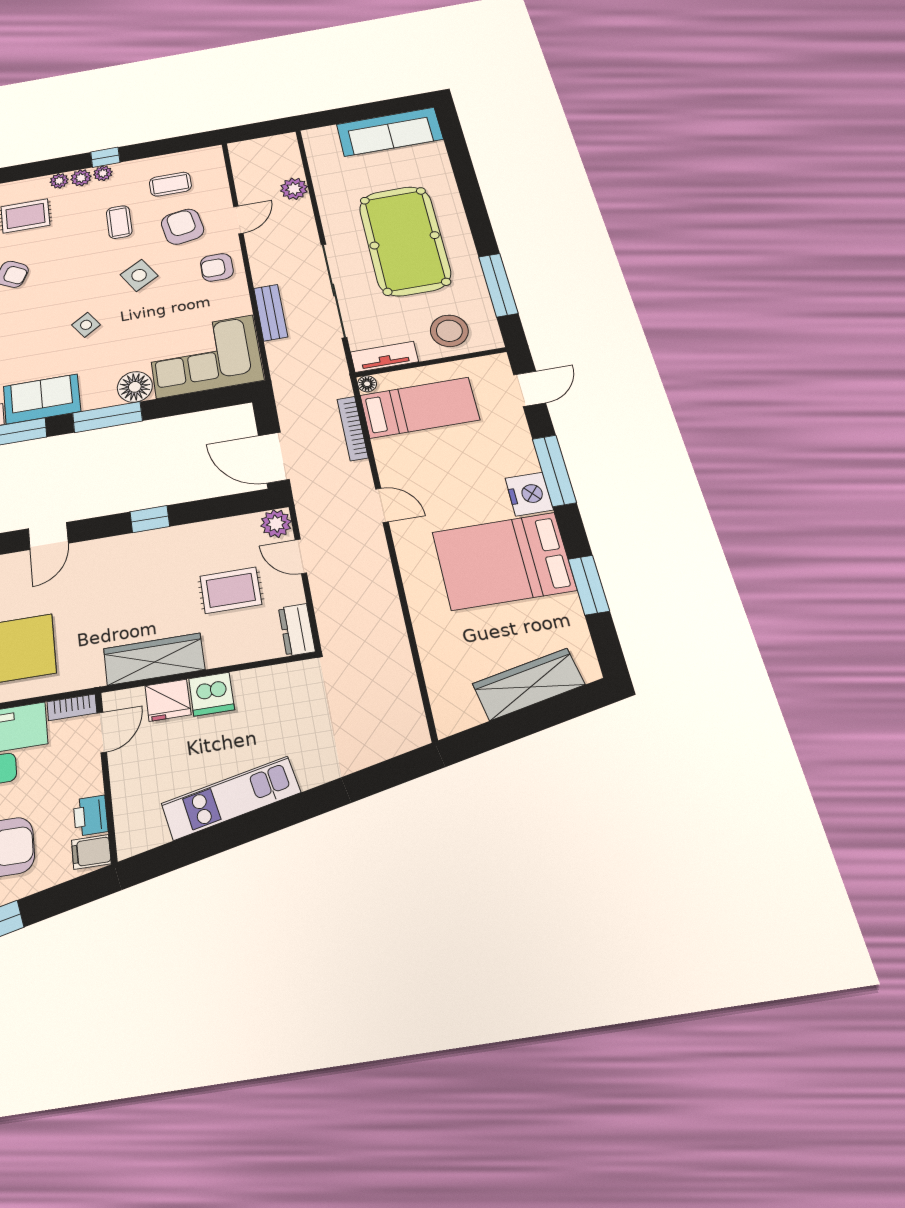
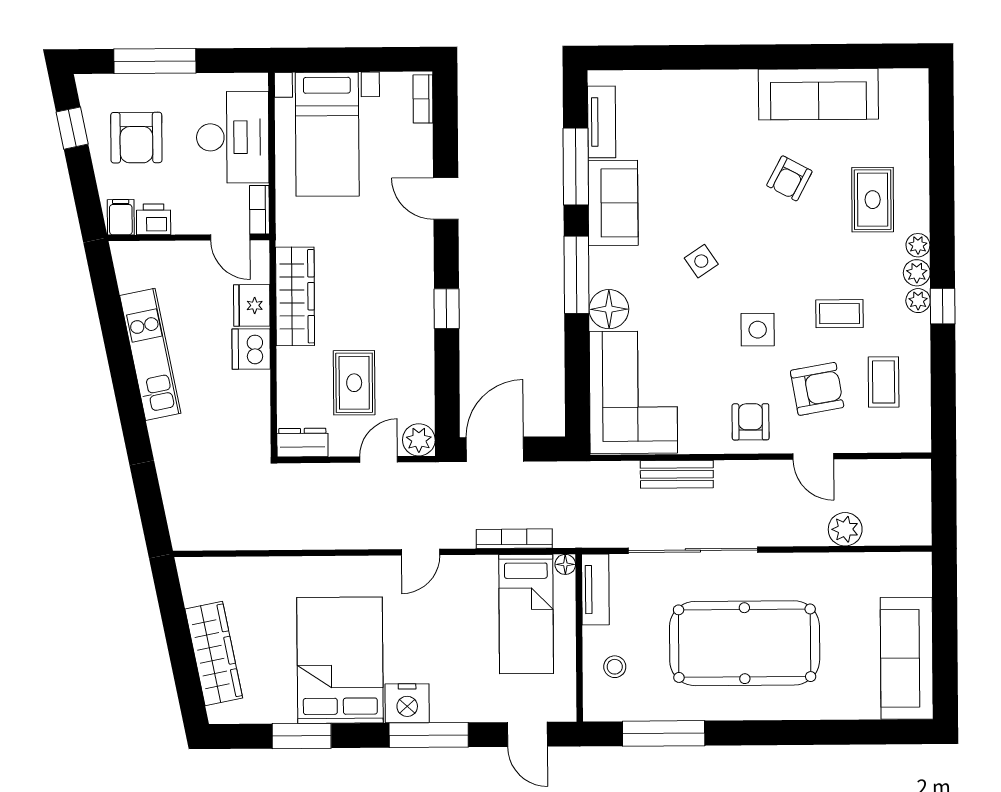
side table: (139, 275) -> (758, 330), turned 31
stool: (449, 331) -> (615, 667), width x0.53, depth x0.53

